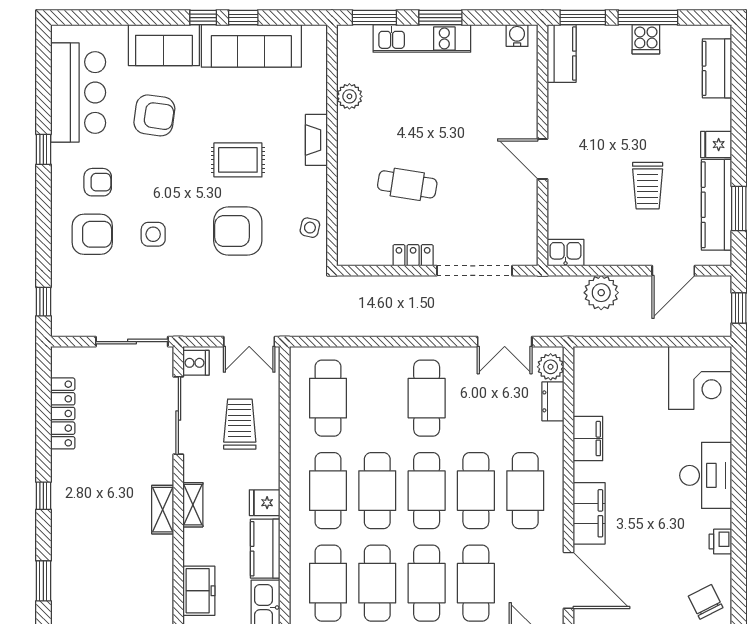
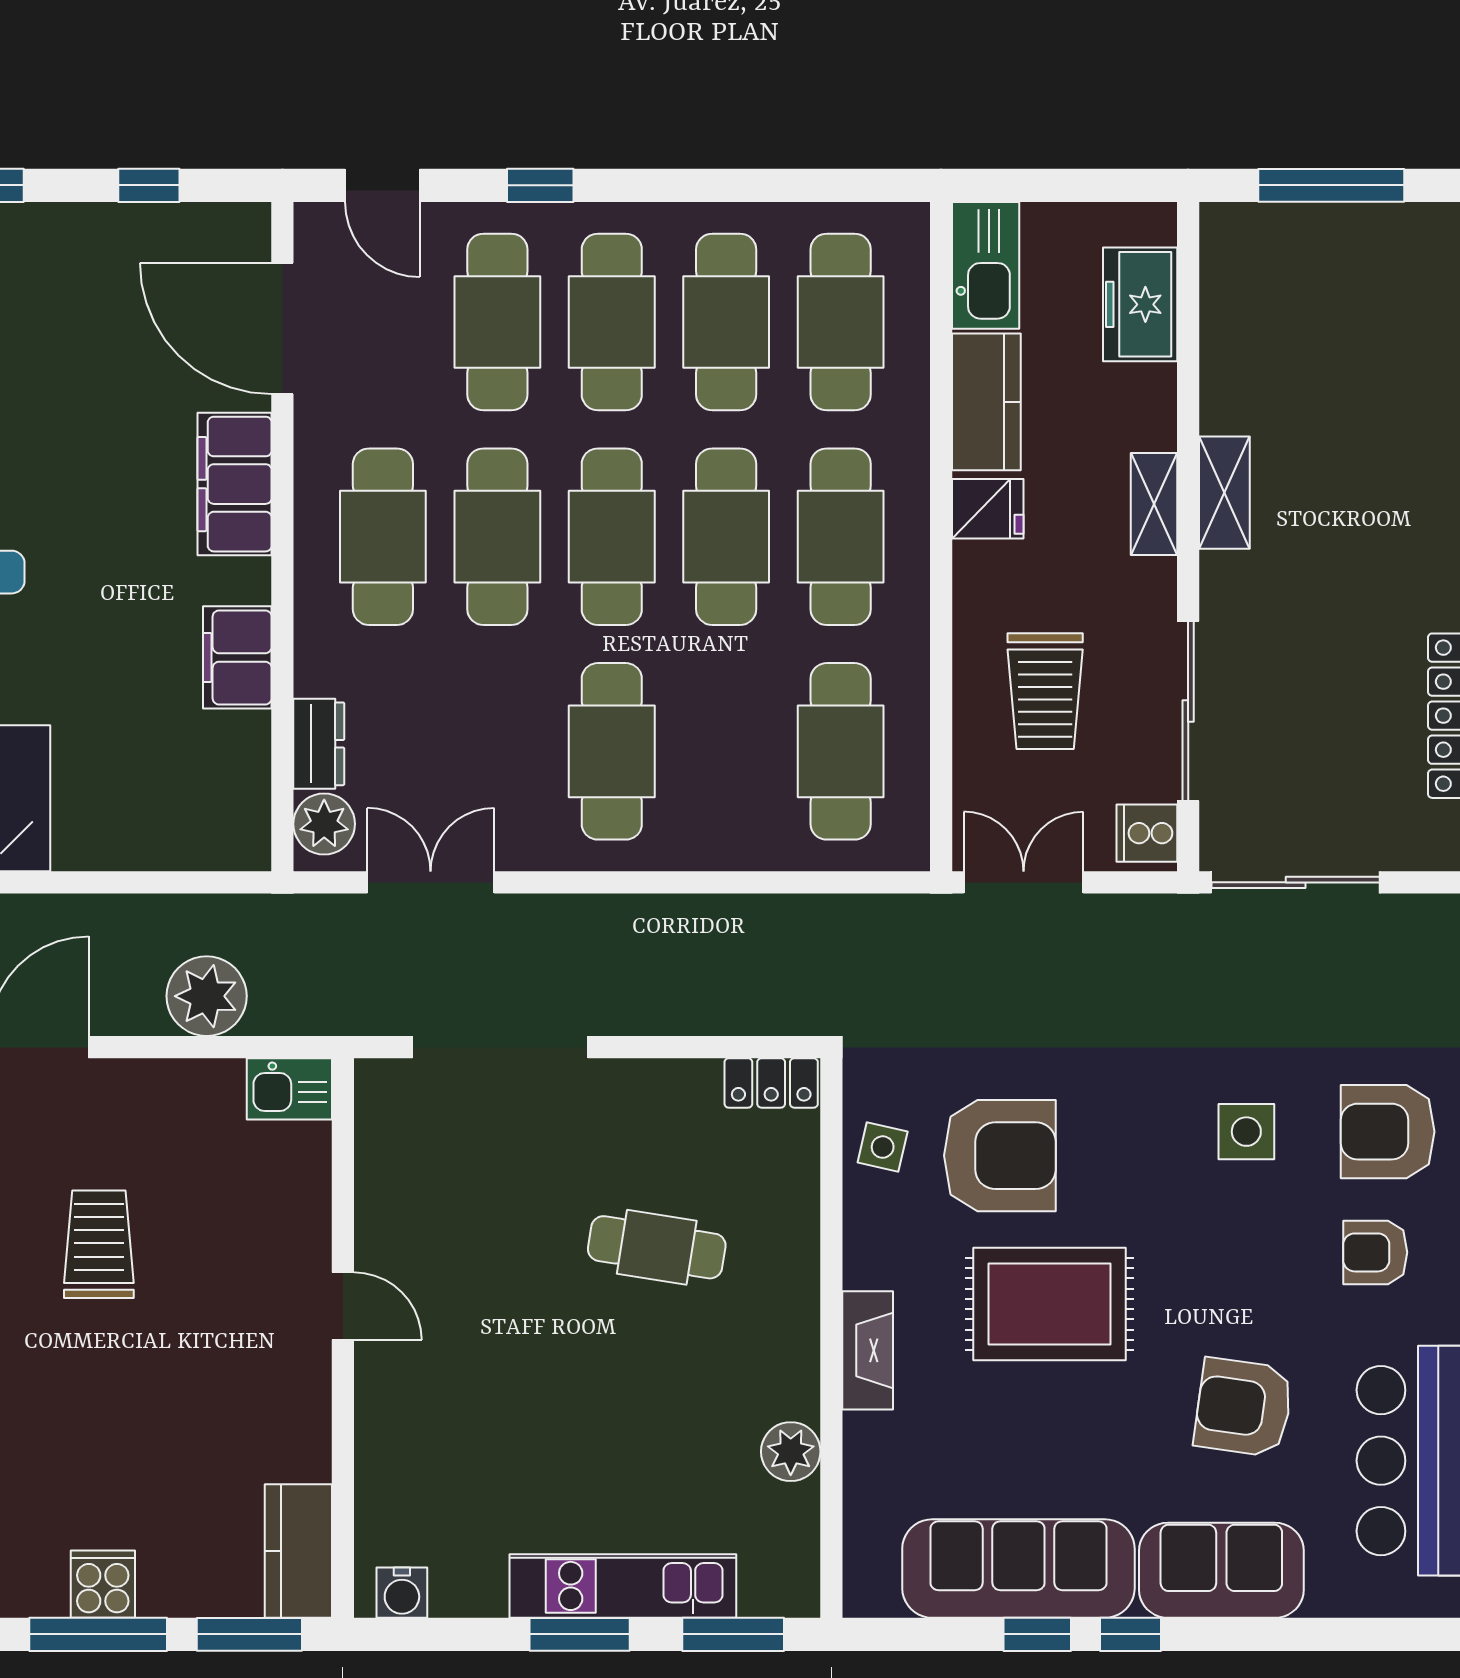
door: (542, 159) -> (343, 1306), width x0.73
rug: (238, 160) -> (1050, 1304), width x1.36, depth x1.43
armchair: (238, 231) -> (1000, 1156), moved
locker: (413, 255) -> (771, 1083), moved

